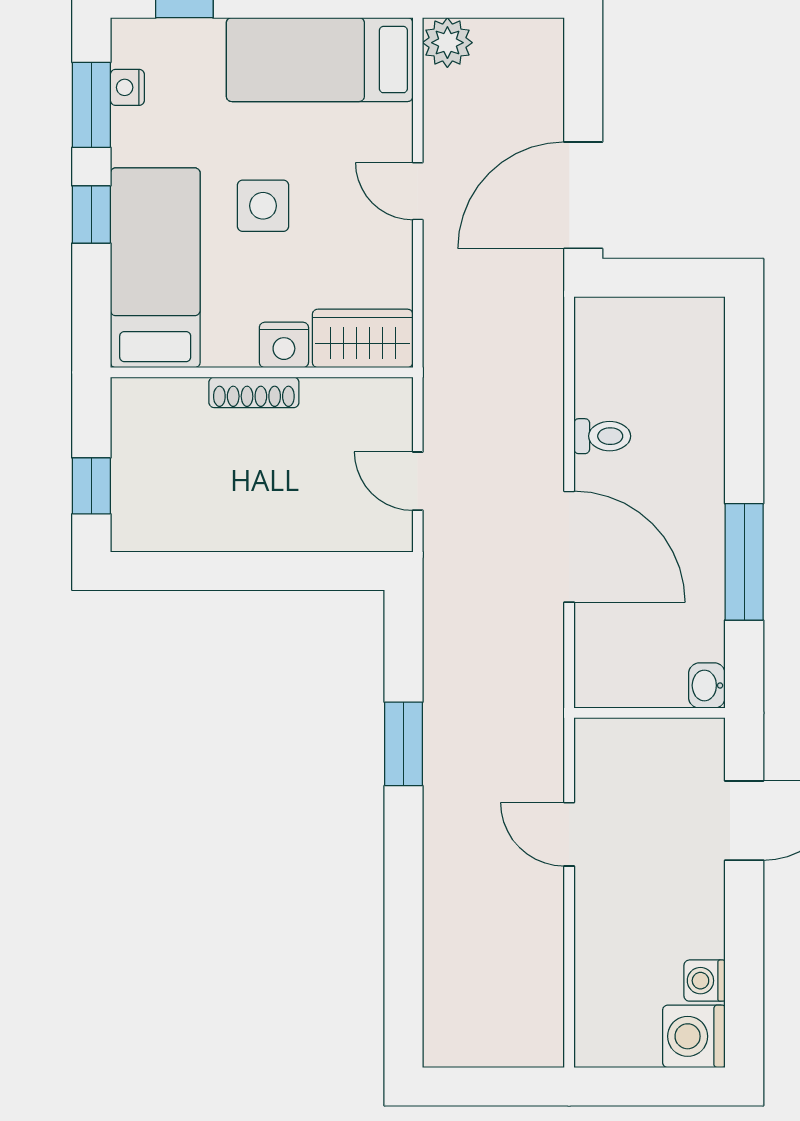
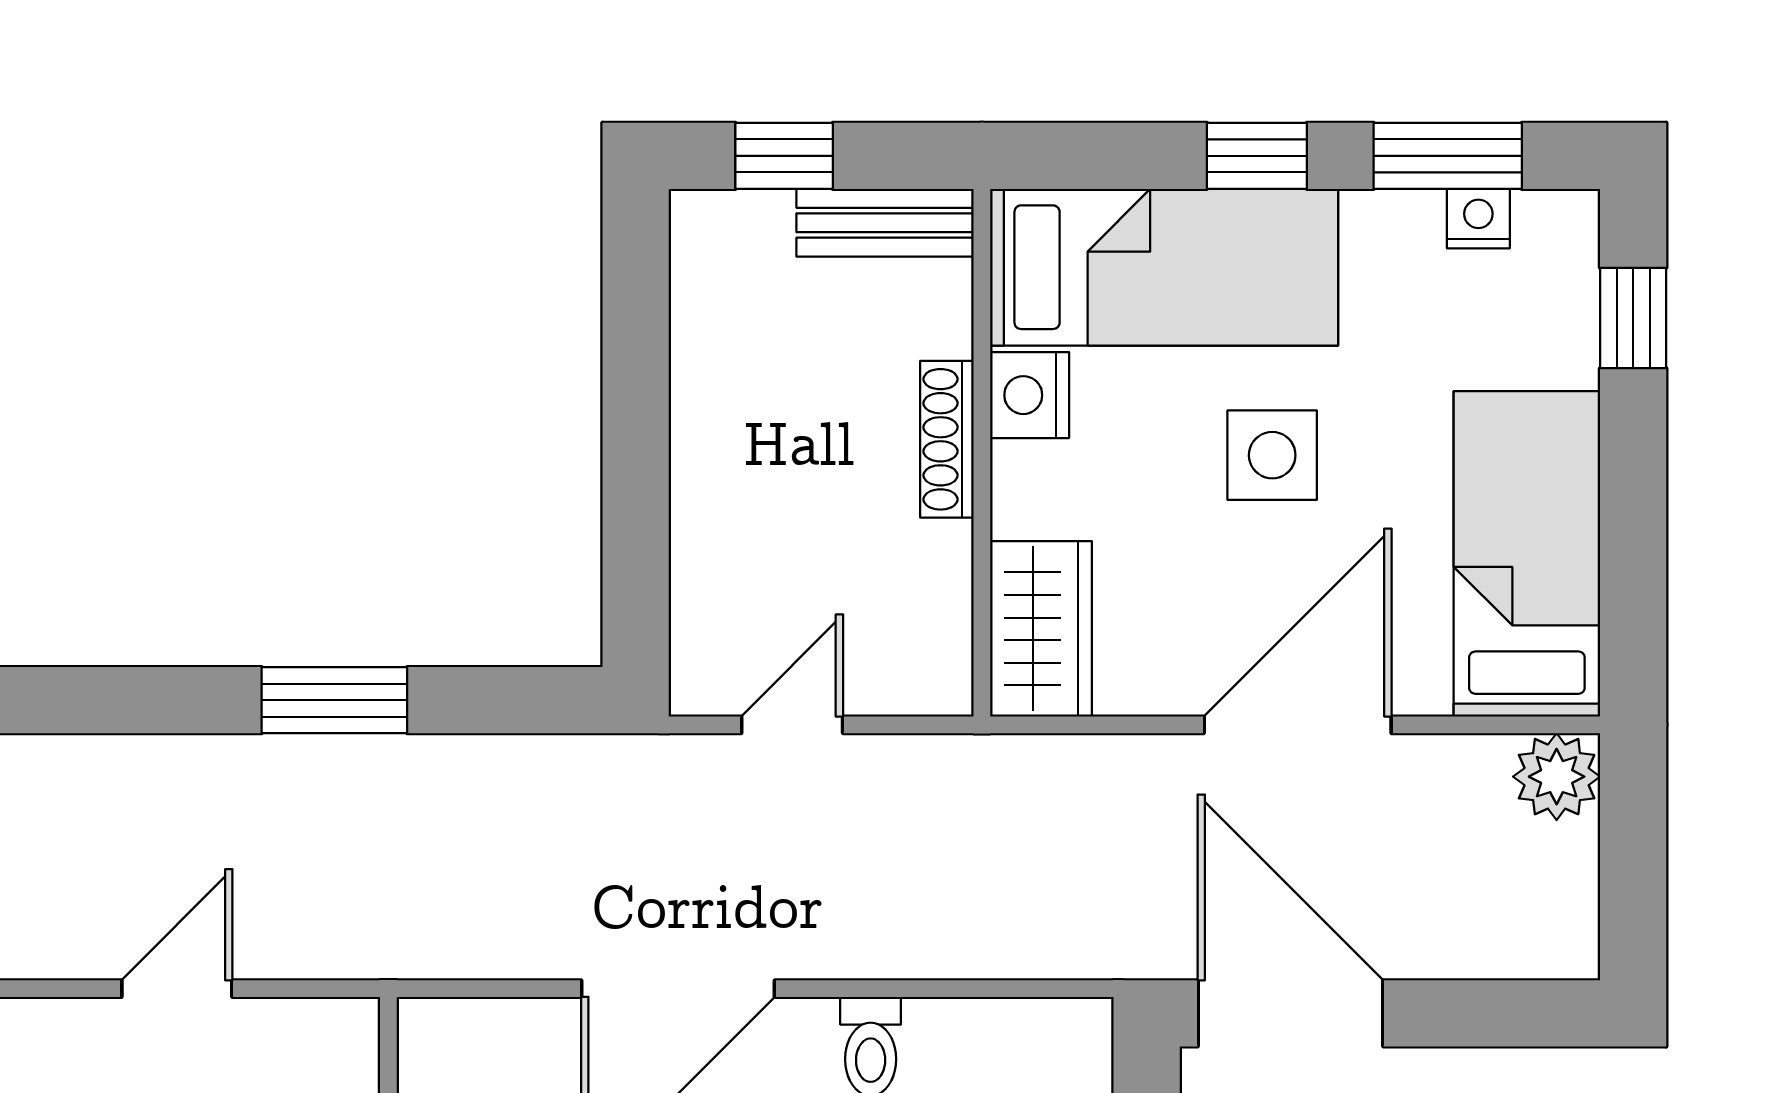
door: (418, 191) -> (1298, 725), width x1.87
nightstand: (284, 345) -> (1030, 395), moved
bench: (130, 428) -> (885, 223), added

